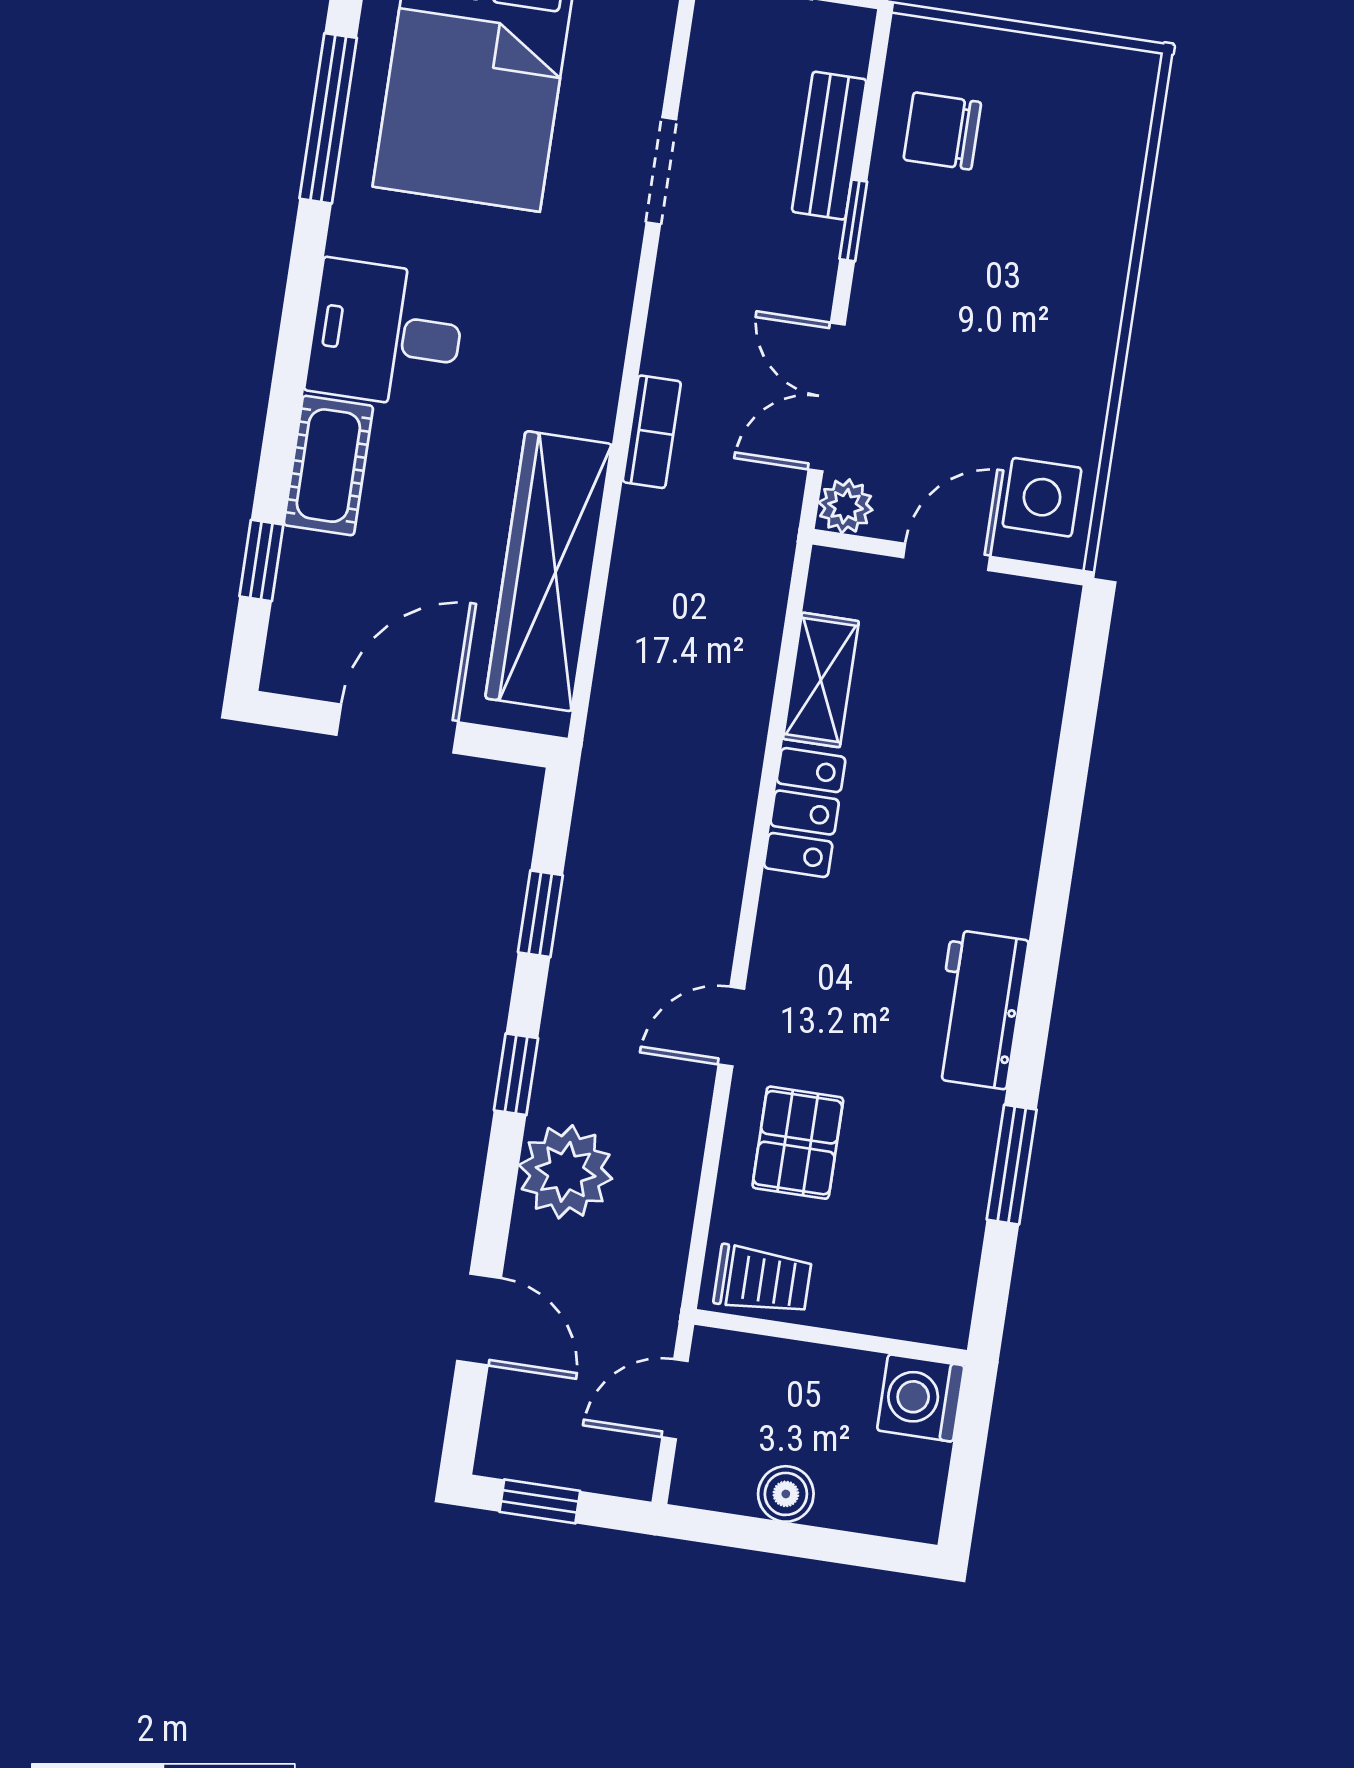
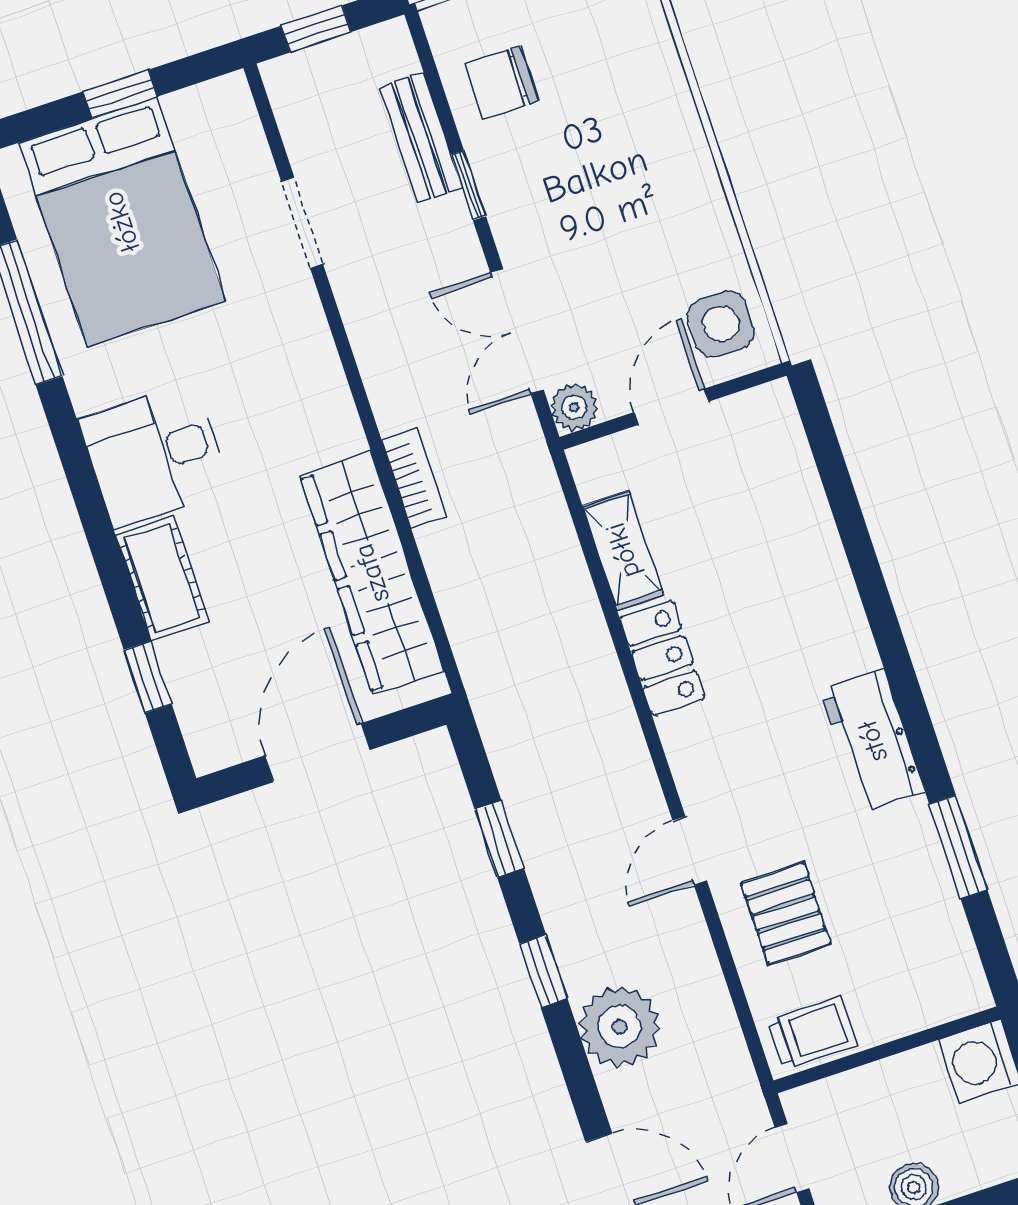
bookcase: (652, 432) -> (414, 479), moved

